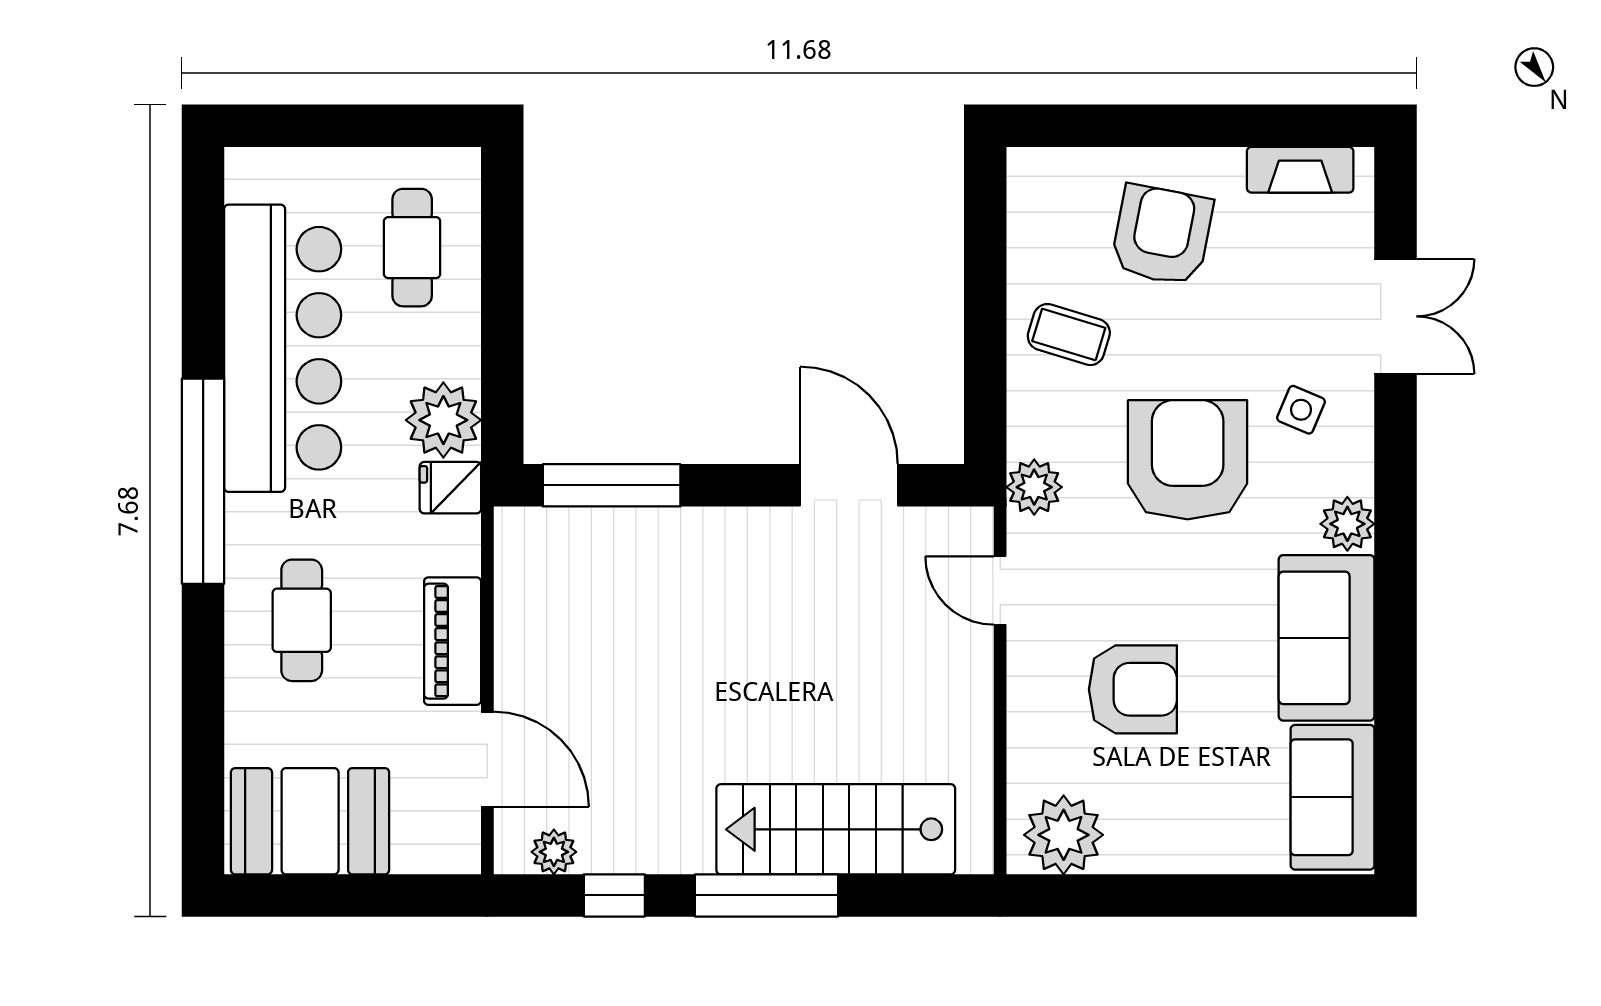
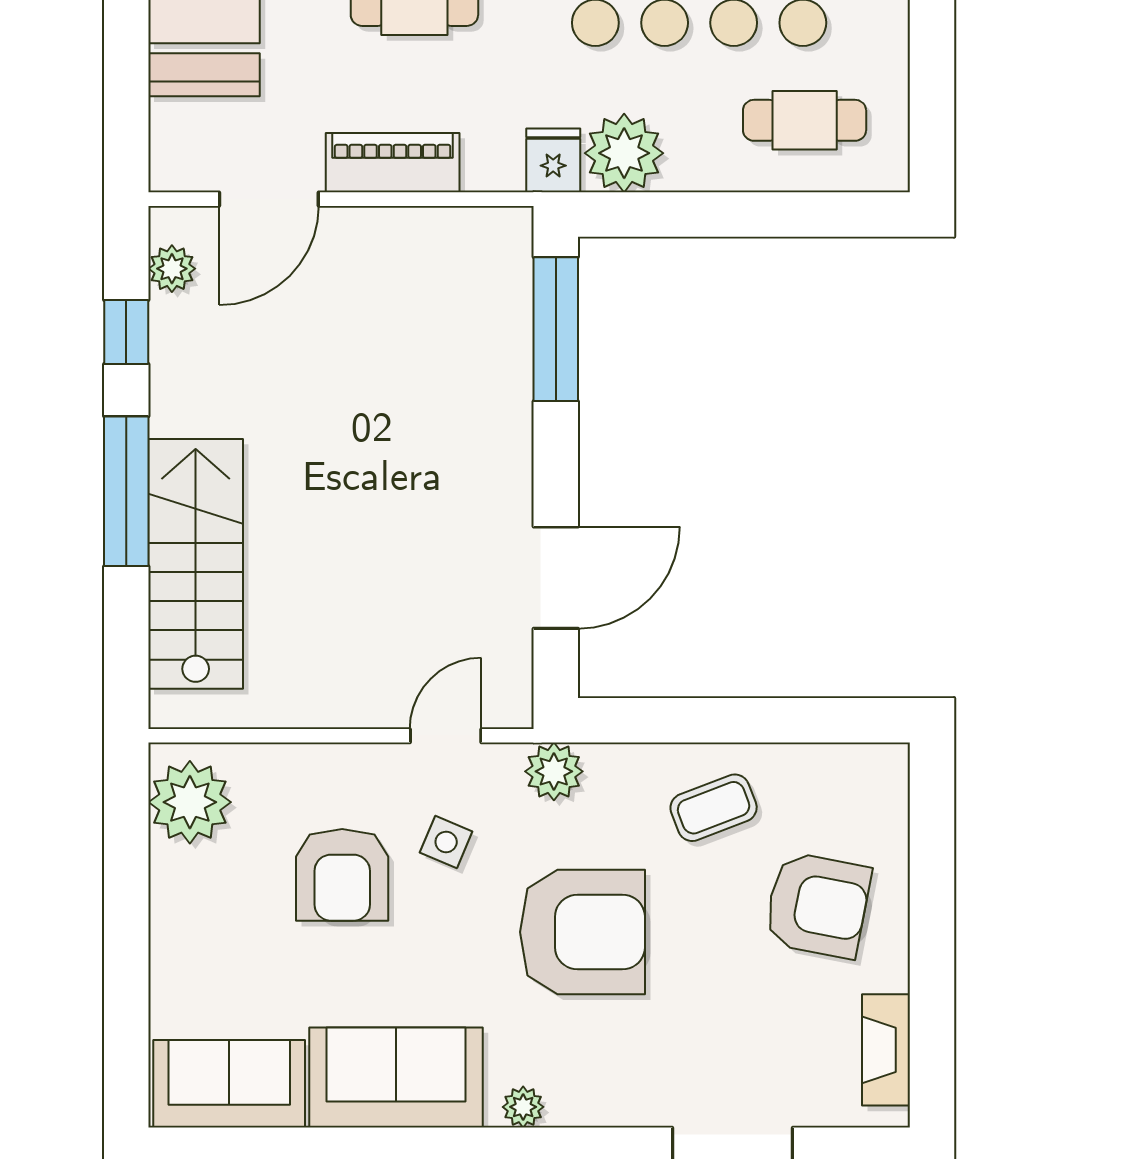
coffee table: (1069, 335) -> (714, 808), turned 52
side table: (1301, 410) -> (446, 842), moved
plant: (1347, 524) -> (523, 1107), width x0.73, depth x0.73

